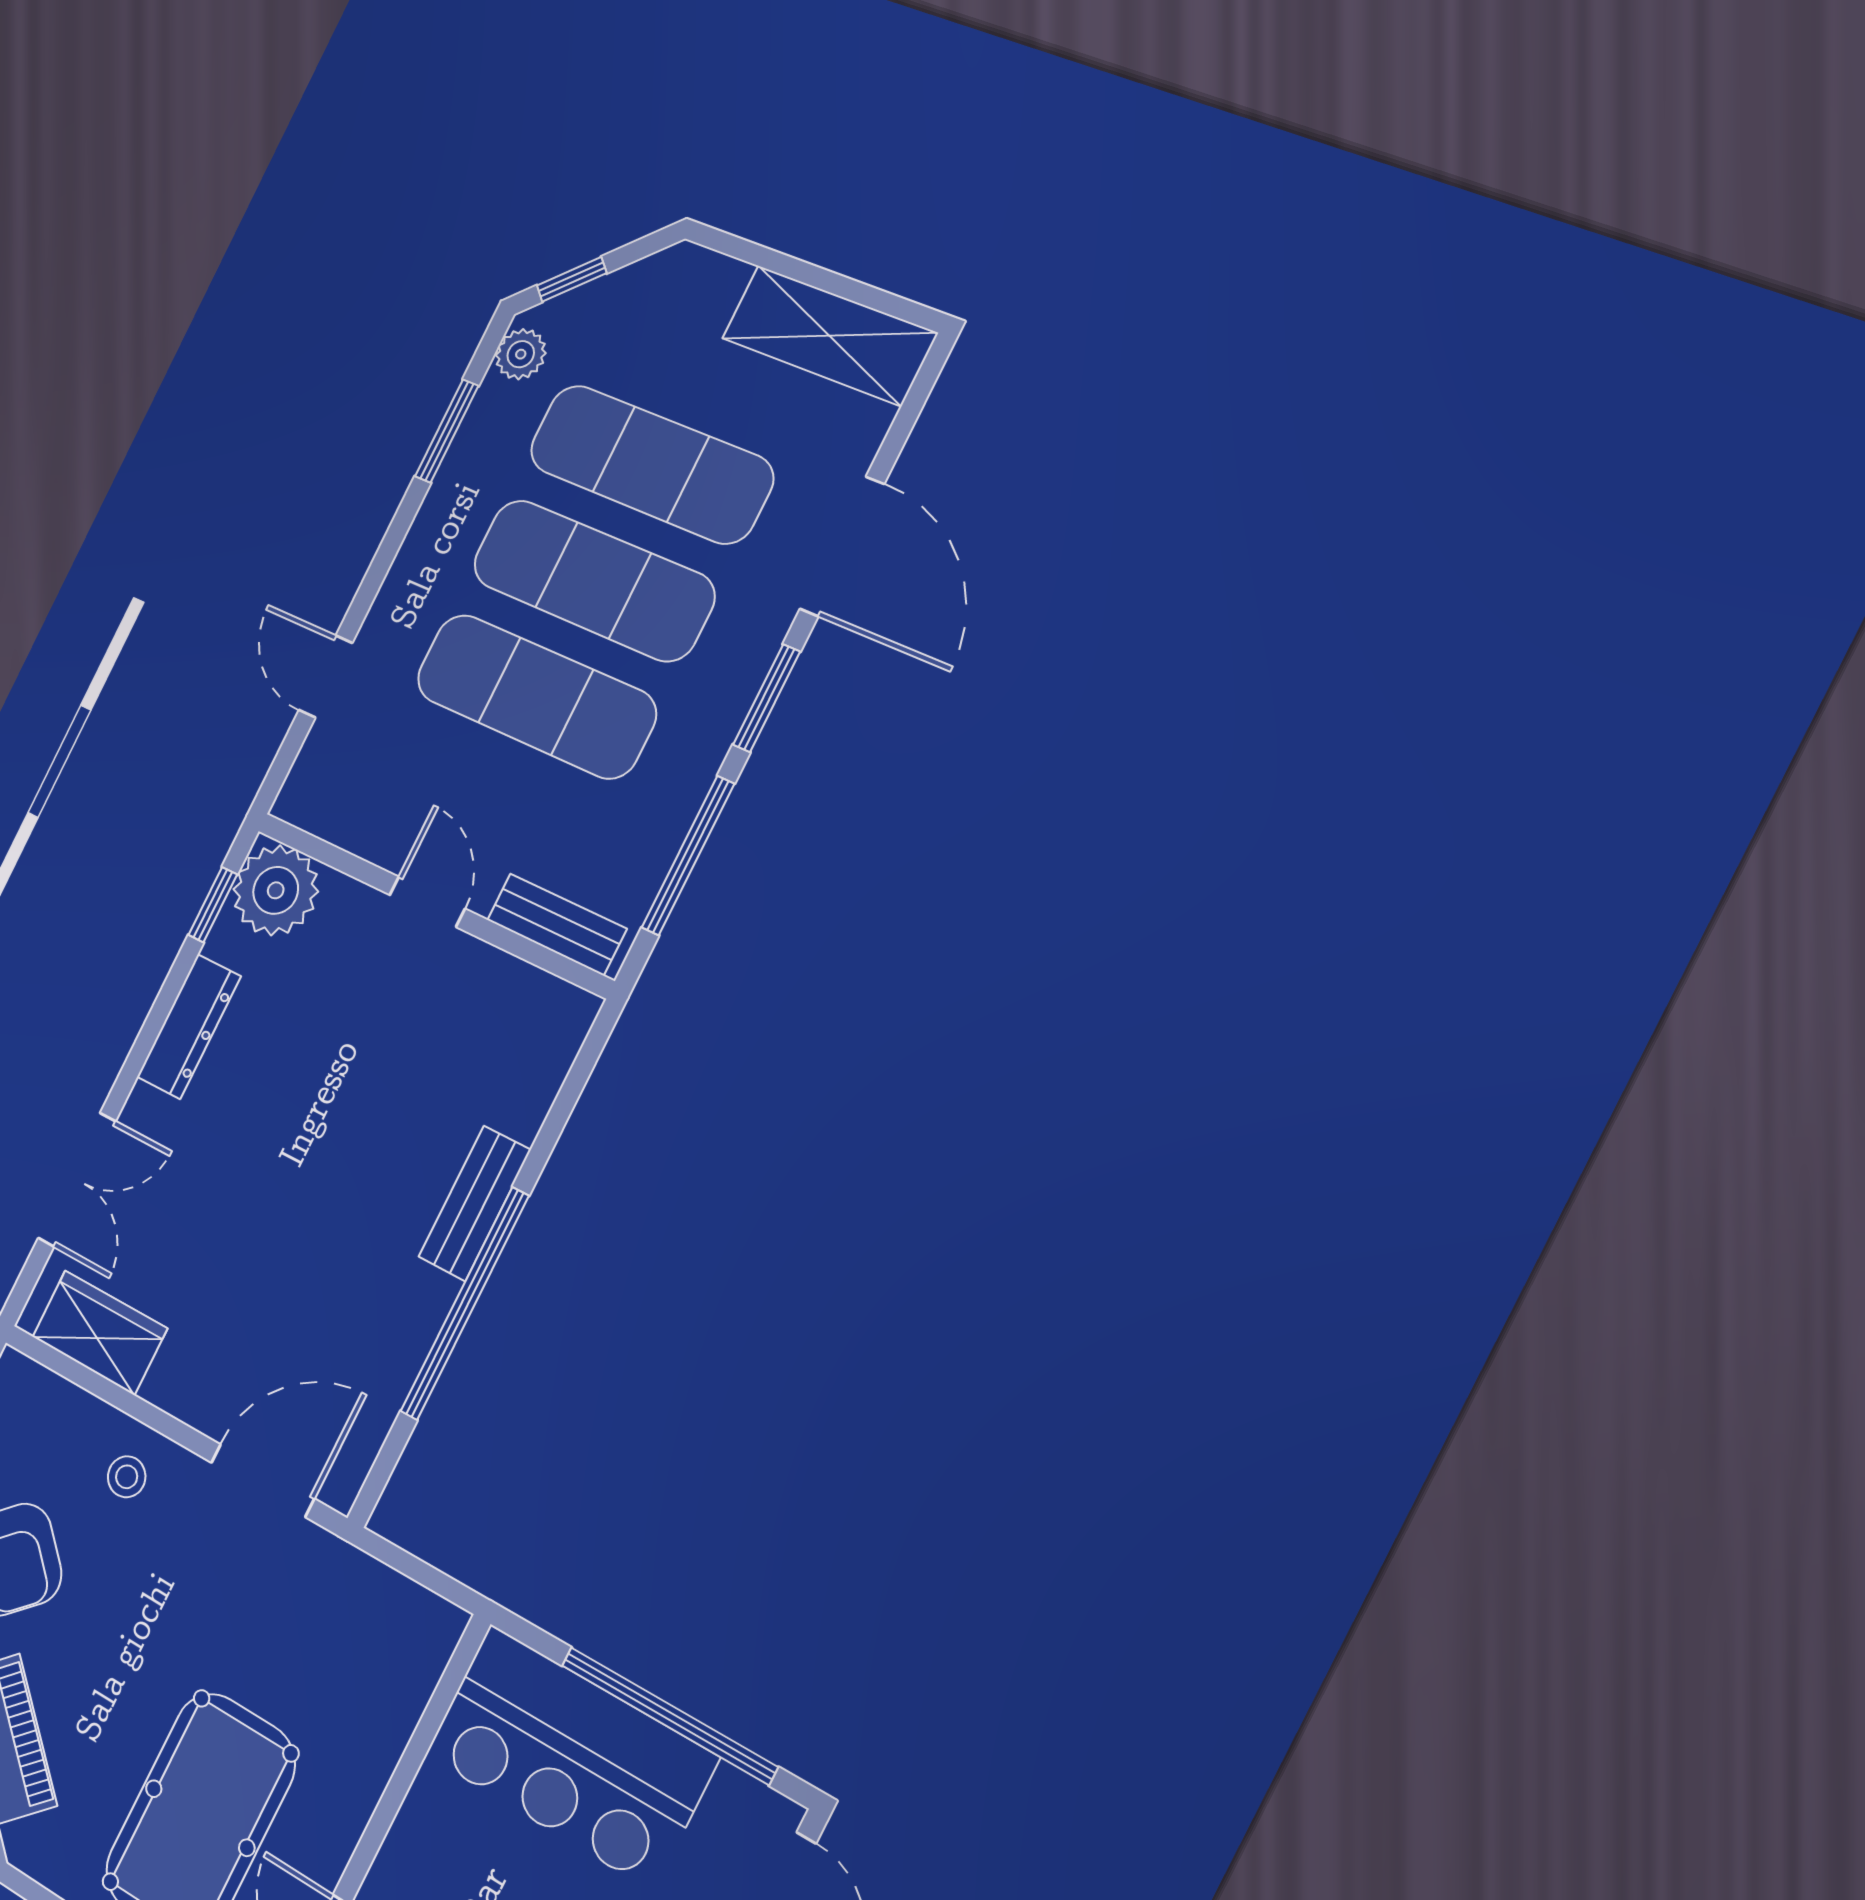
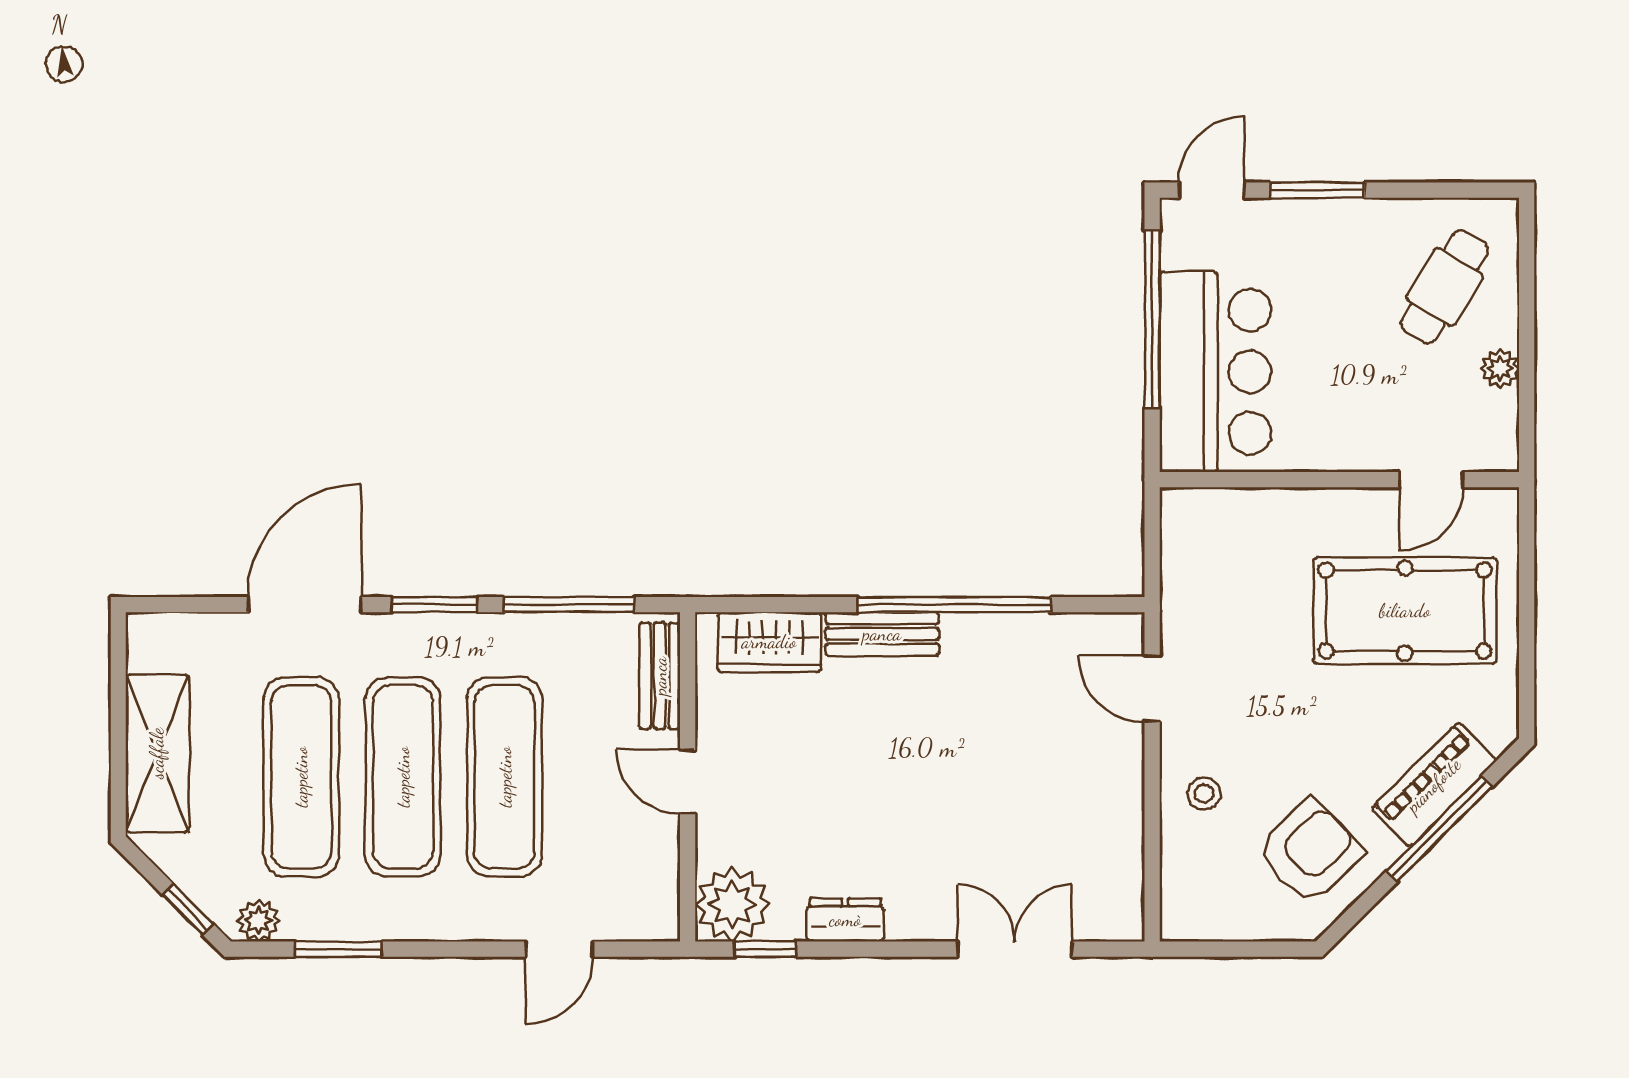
shelving: (829, 335) -> (157, 753), moved
door: (427, 902) -> (688, 782), hinge flipped
dresser: (189, 1027) -> (845, 920), width x0.70
wardrobe: (100, 1333) -> (769, 642), moved, turned -90
door: (263, 1480) -> (1152, 689), width x0.73

